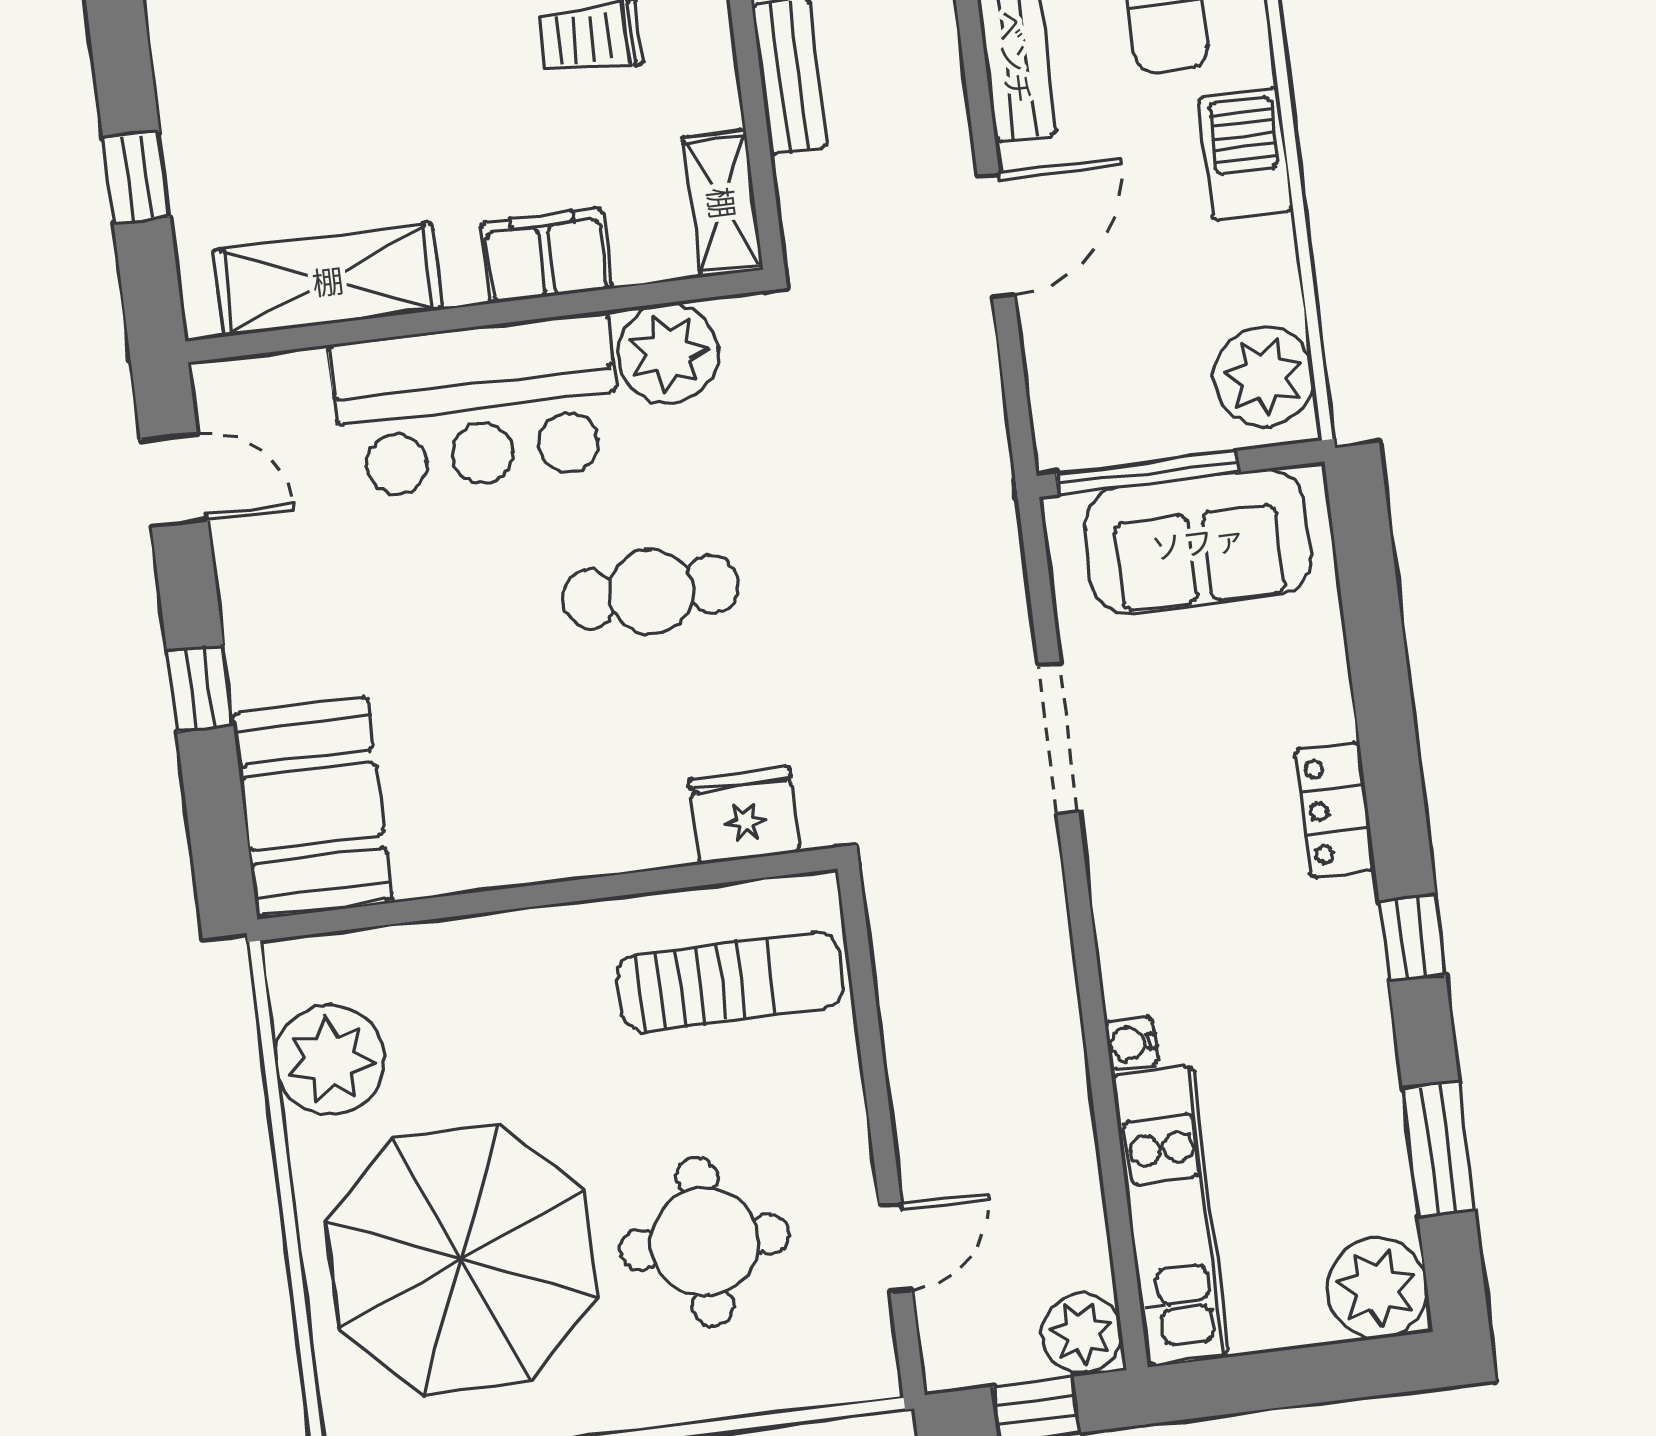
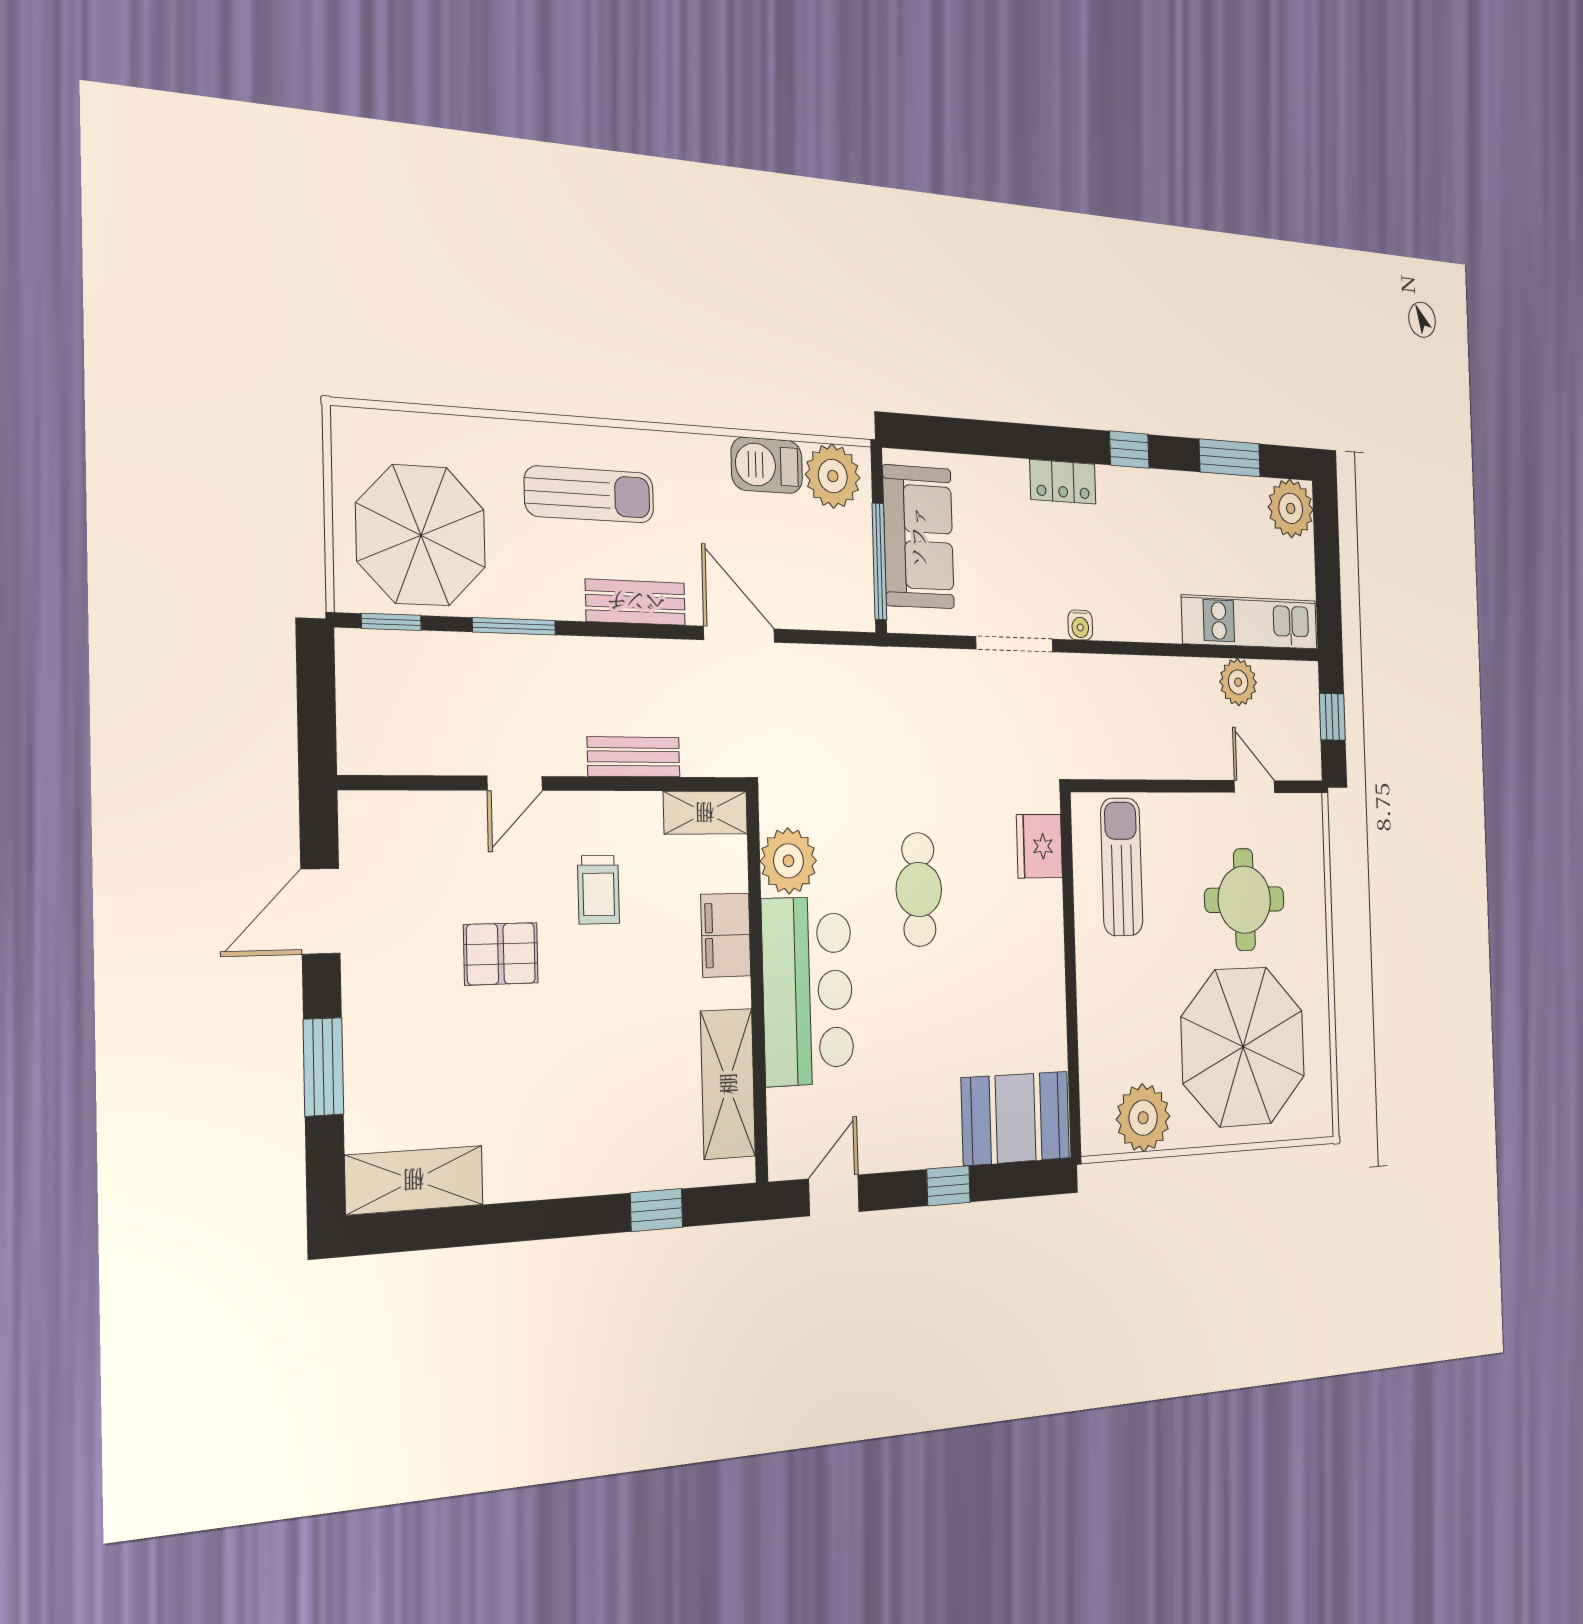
barbecue: (1246, 154) -> (767, 465), moved
water cooler: (1132, 1043) -> (1080, 625), moved
plant: (1082, 1333) -> (1238, 682), moved

